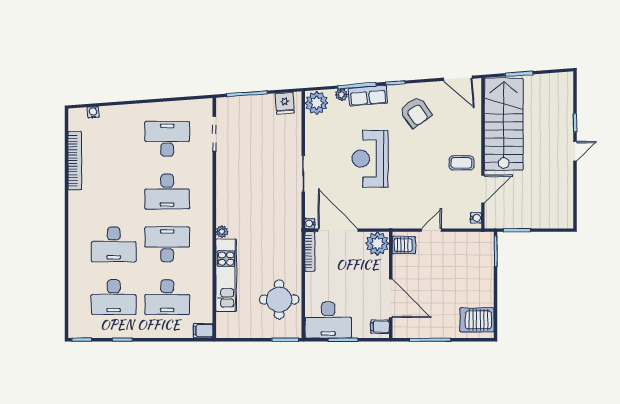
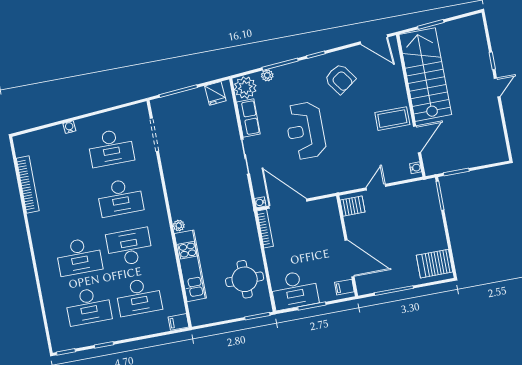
row of seats: (368, 96) -> (248, 118), moved, turned -86
water cooler: (93, 112) -> (69, 127), moved
desk: (167, 139) -> (111, 148), turned 180
coffee table: (461, 163) -> (392, 119), width x1.36, depth x1.30
plant: (377, 244) -> (327, 209), removed

